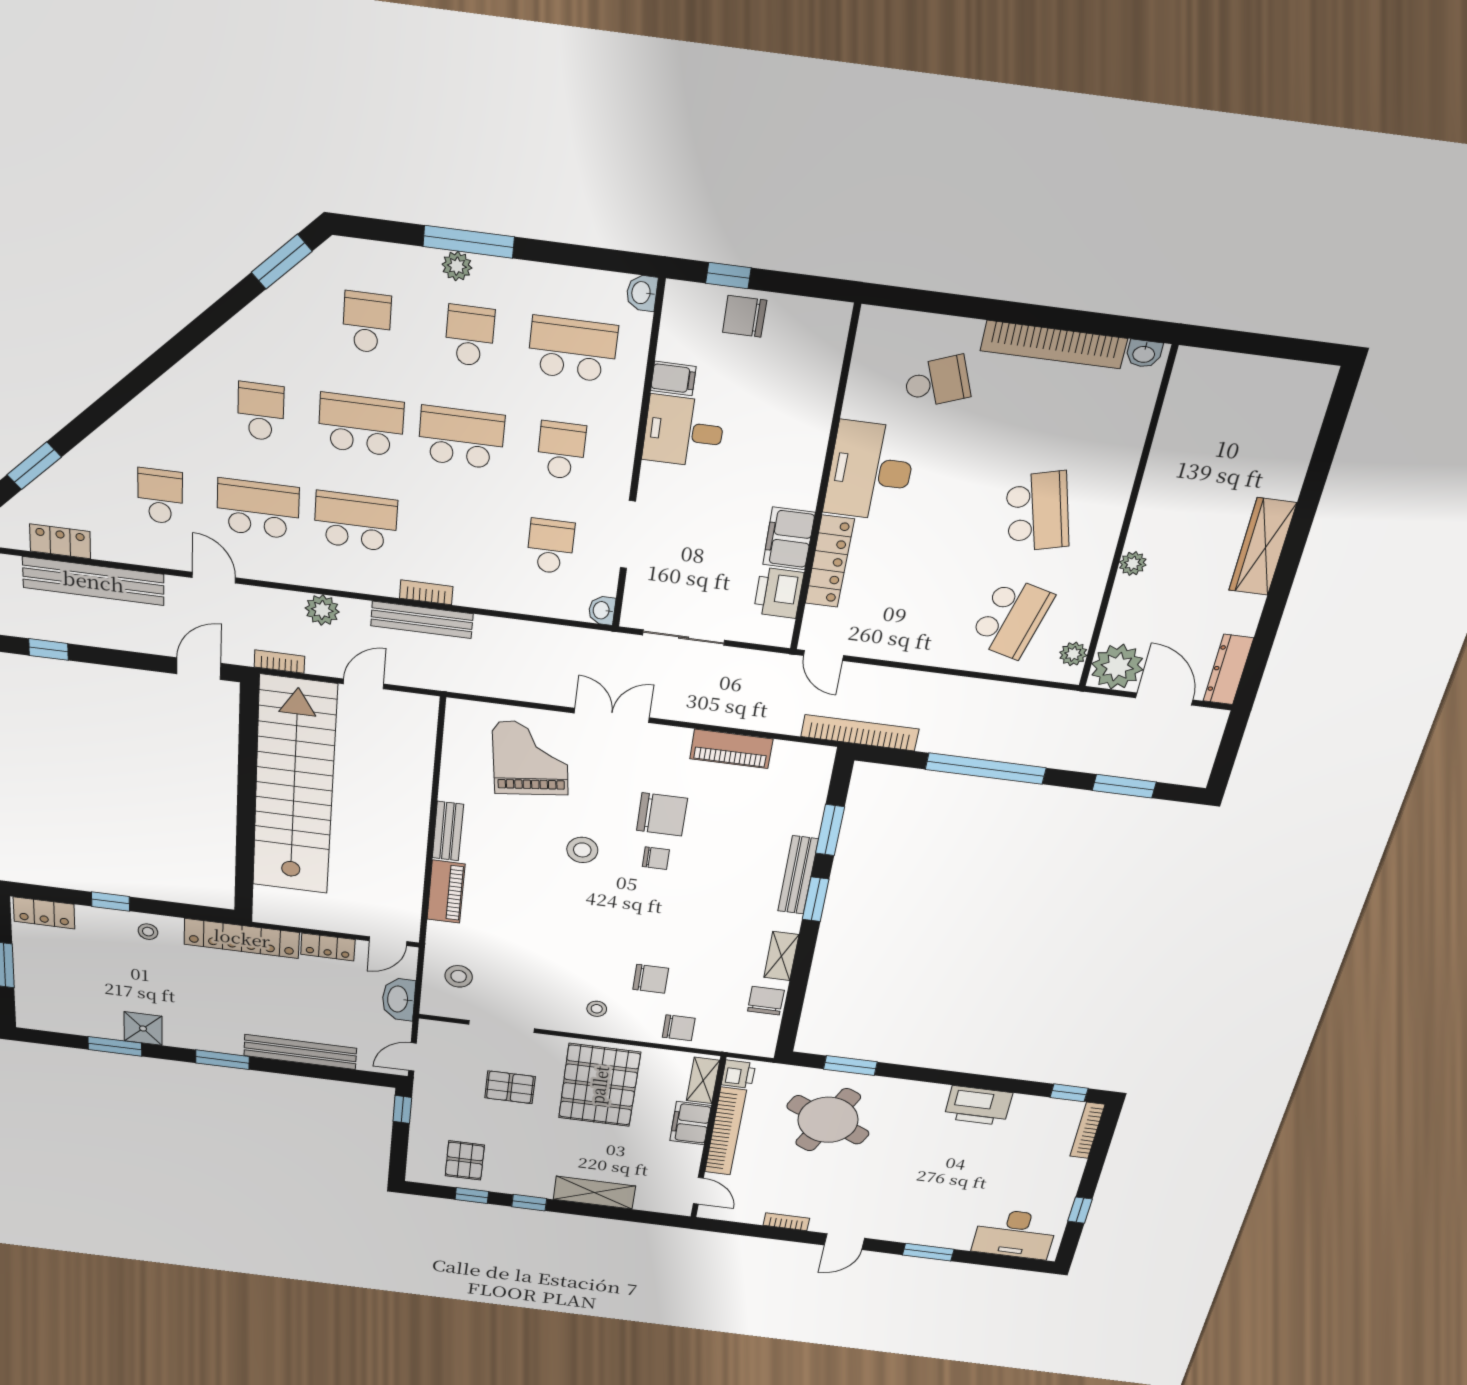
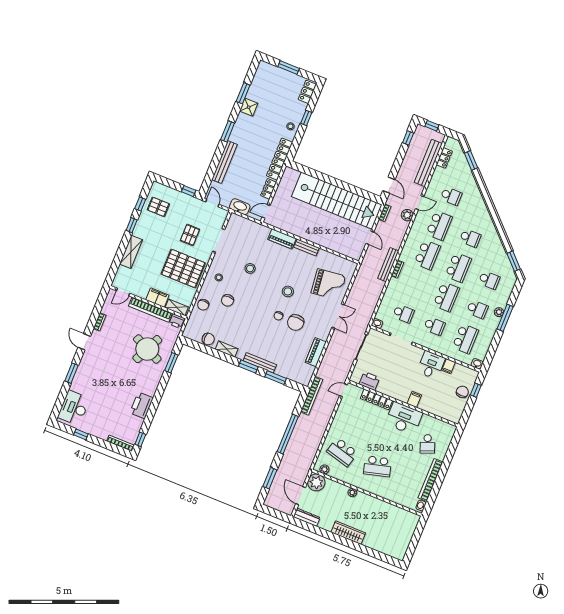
filing cabinet: (789, 539) -> (414, 399), moved, width x0.50
plant: (322, 610) -> (407, 215), moved
door: (1164, 699) -> (301, 496), swing flipped
door: (388, 941) -> (266, 211), hinge flipped
stool: (459, 976) -> (250, 268), moved

